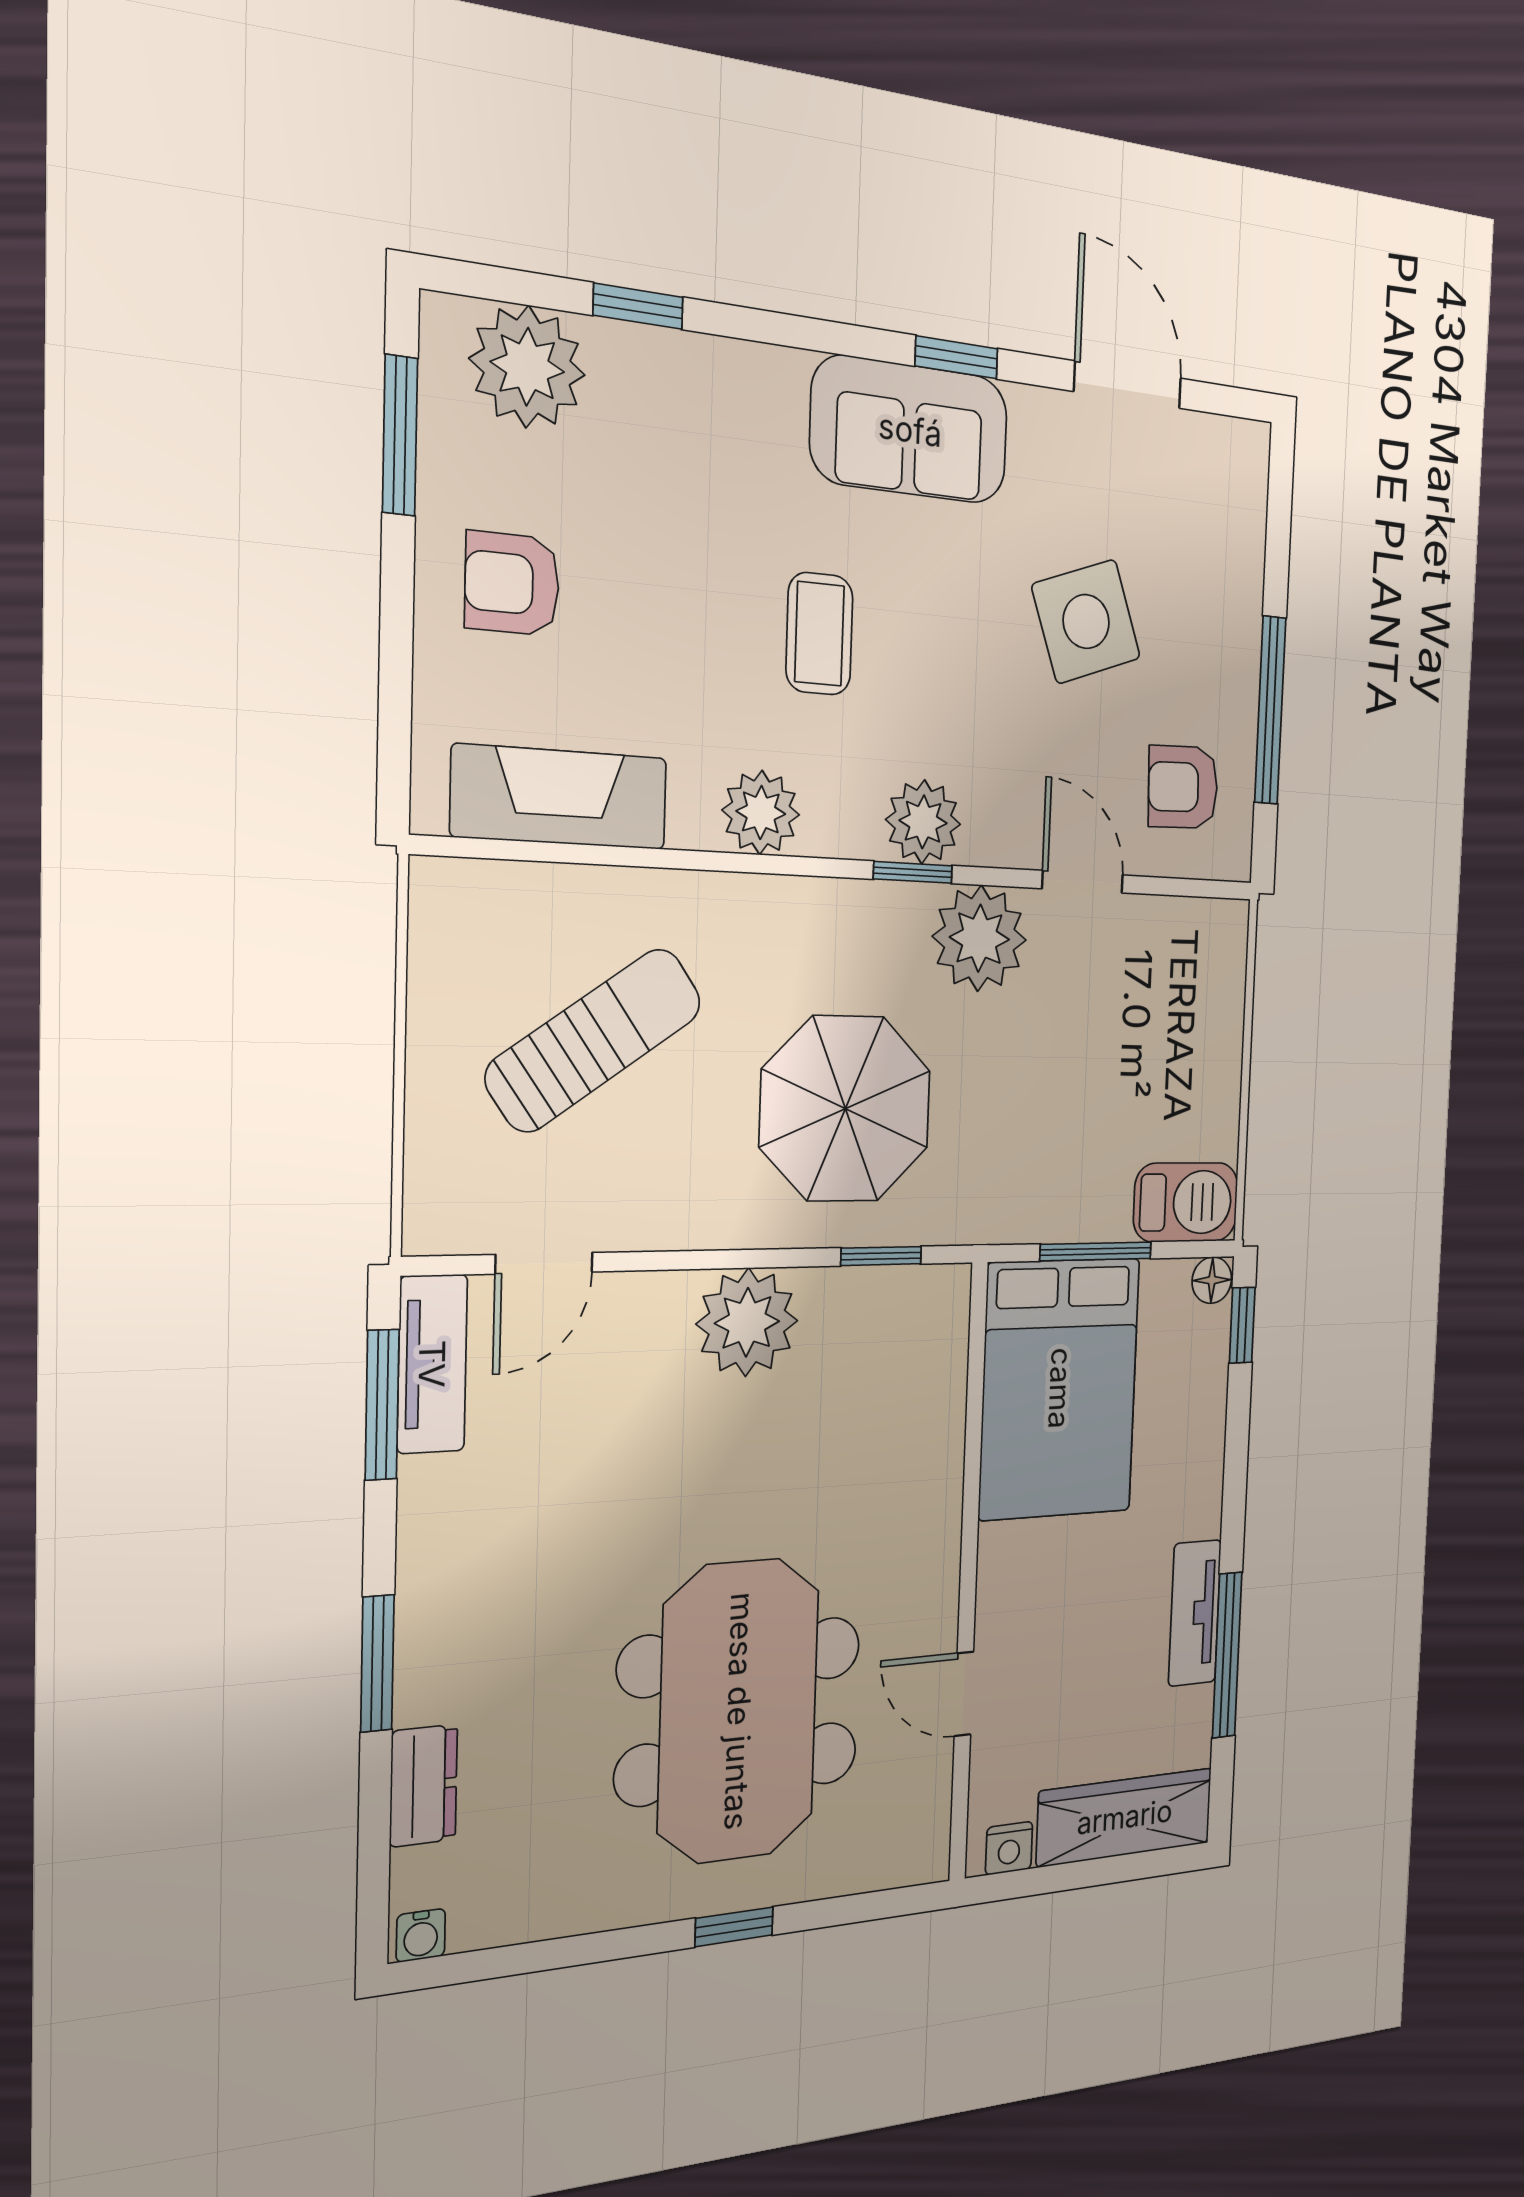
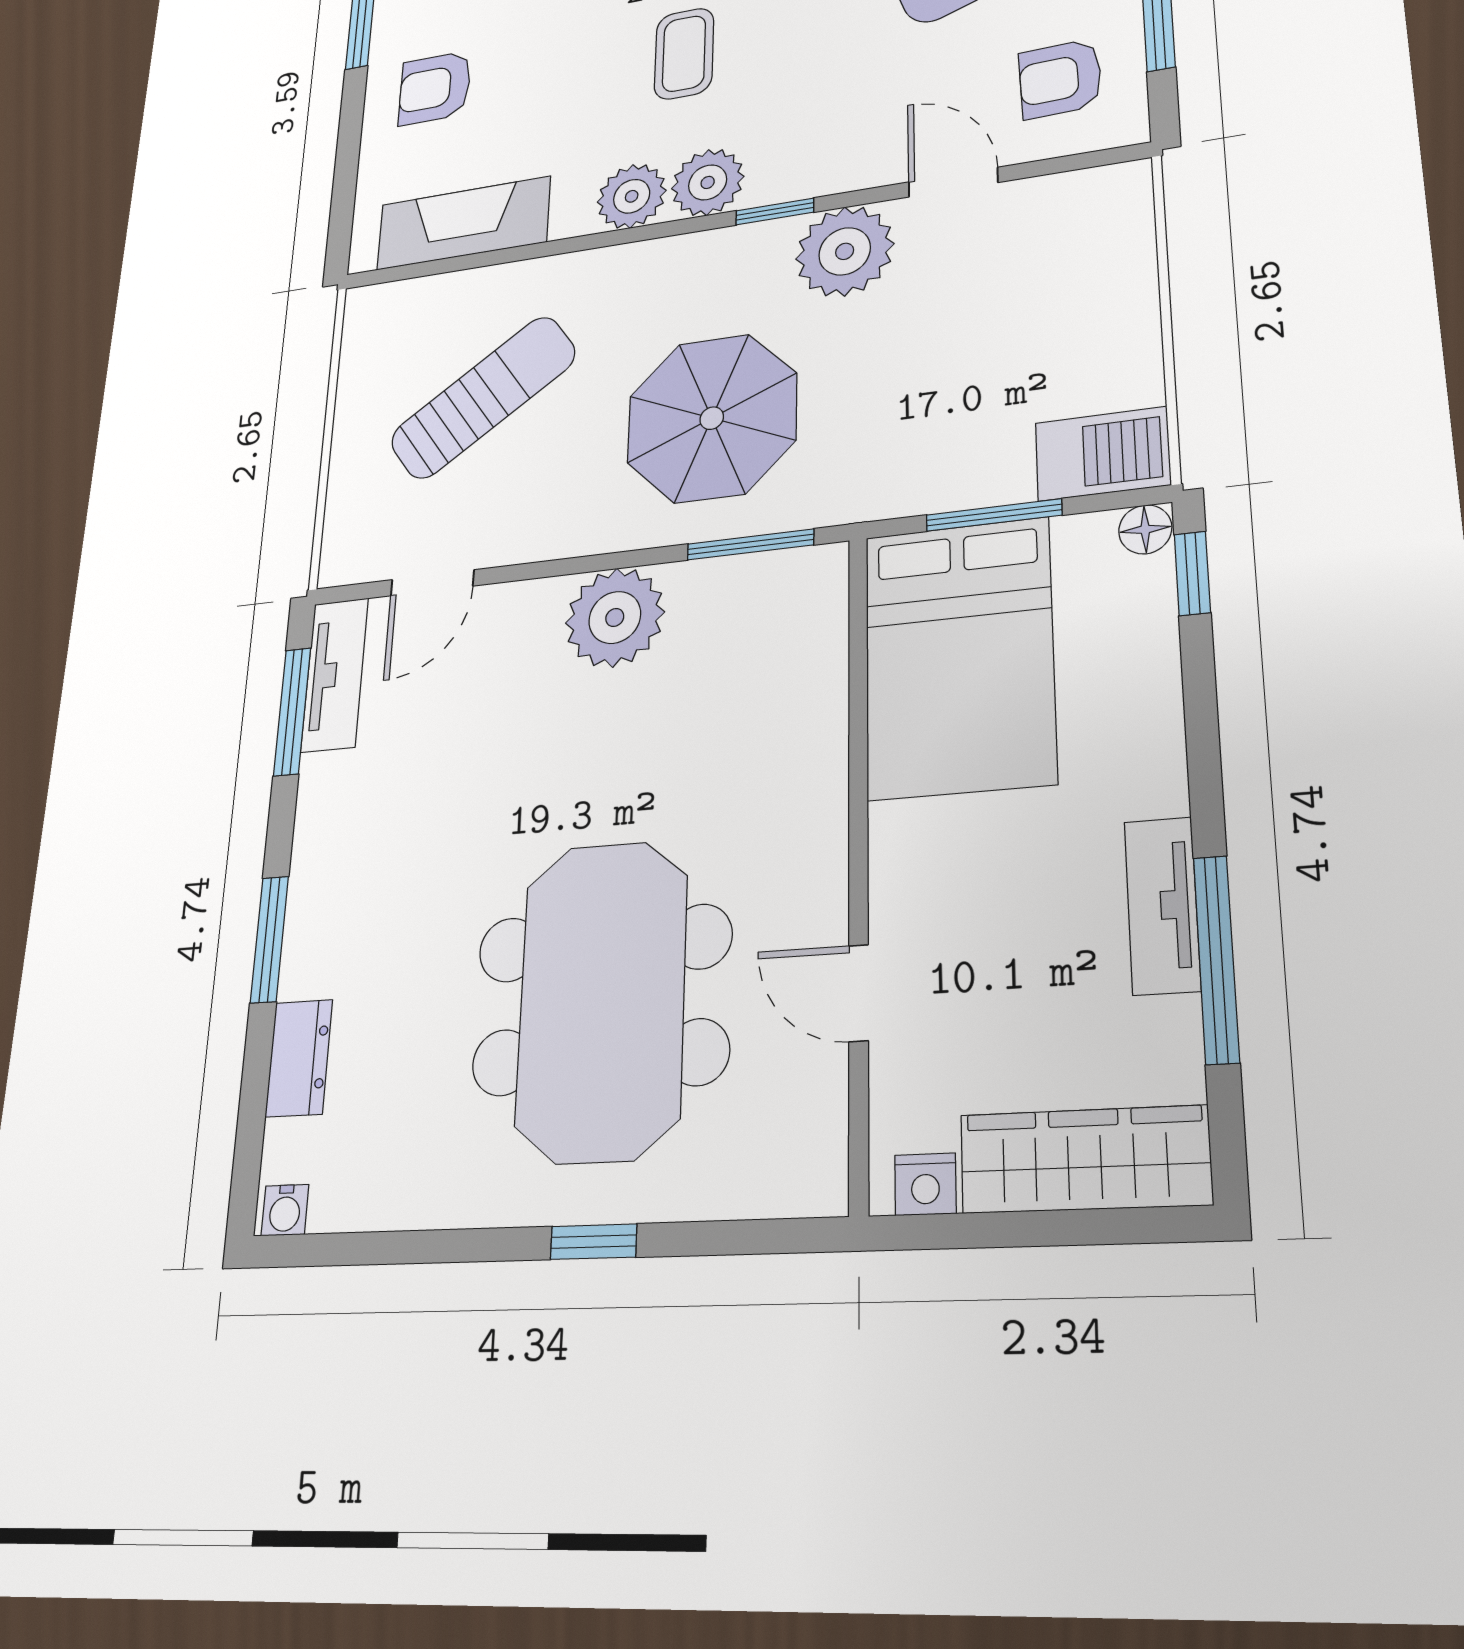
plant: (923, 822) -> (708, 182), moved
window: (881, 1256) -> (750, 544), width x1.50

